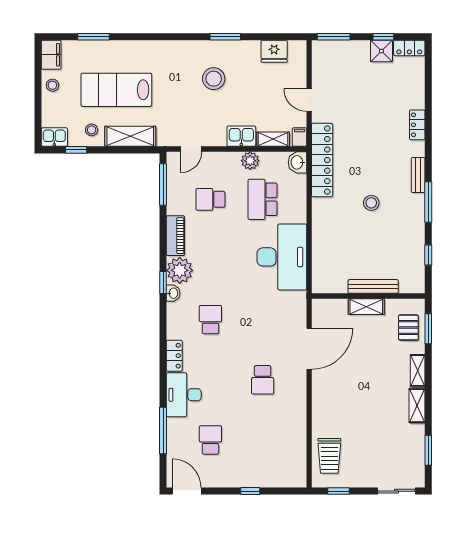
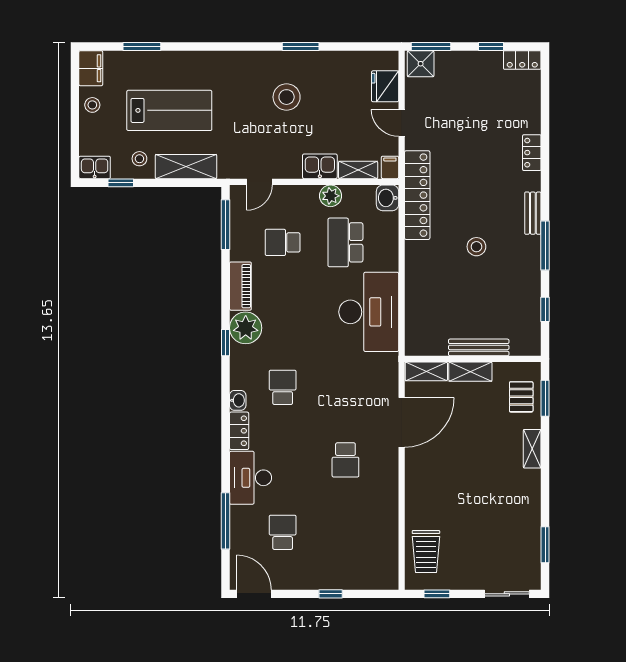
fridge: (274, 51) -> (385, 86), moved, turned 90
shower: (381, 51) -> (421, 64), moved
lab bench: (116, 90) -> (169, 110), turned 180
washbasin: (173, 293) -> (238, 400), moved
shelving: (417, 406) -> (426, 371), moved, turned 90

